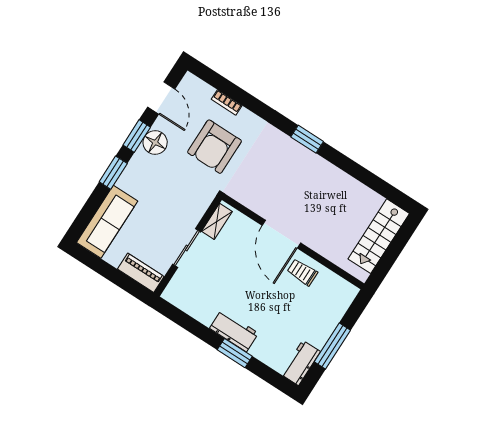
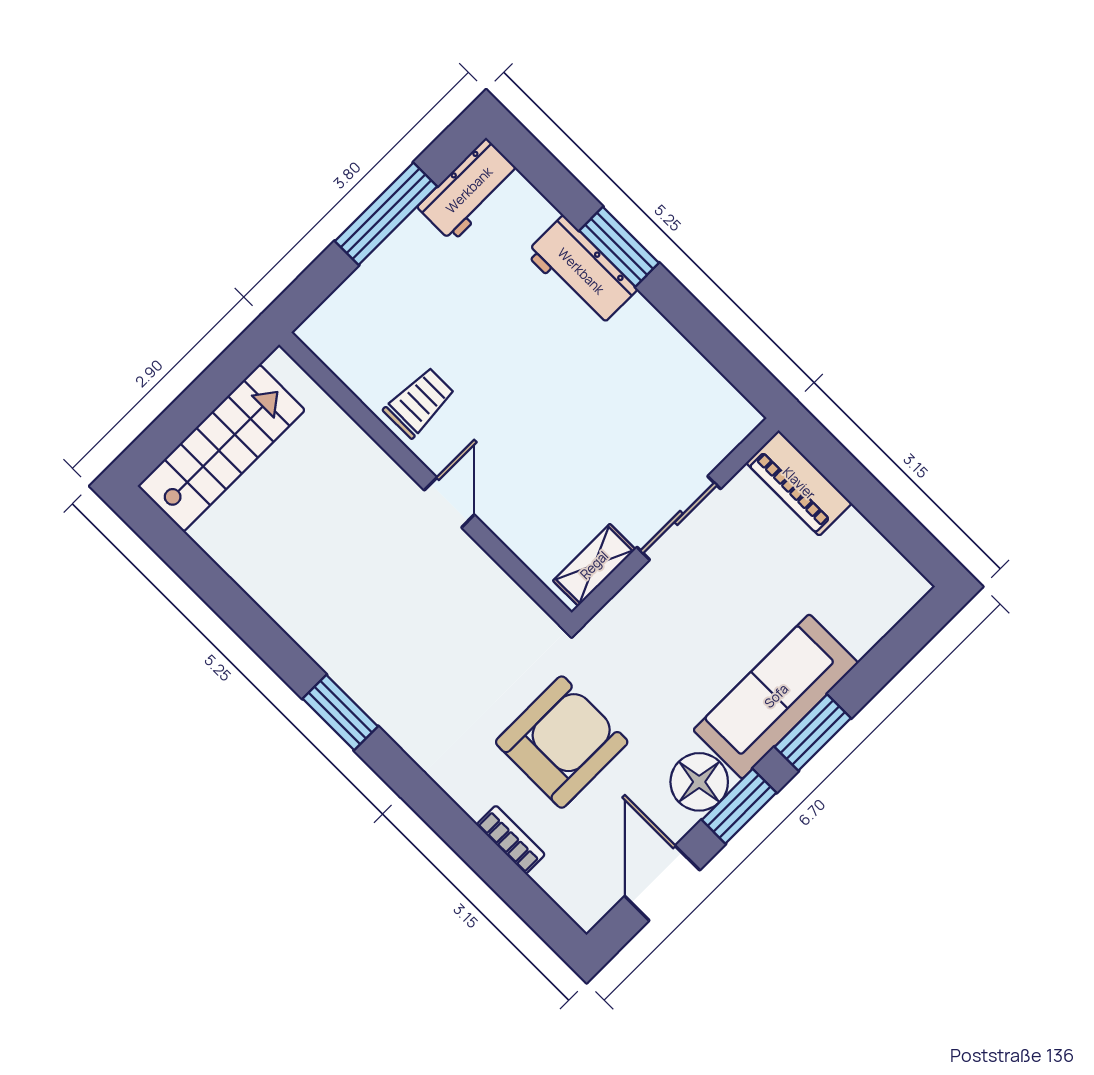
sofa: (107, 222) -> (776, 696), moved
door: (281, 234) -> (449, 502), width x0.53
trolley: (302, 272) -> (419, 402), turned -90
workbench: (234, 331) -> (581, 271), moved

